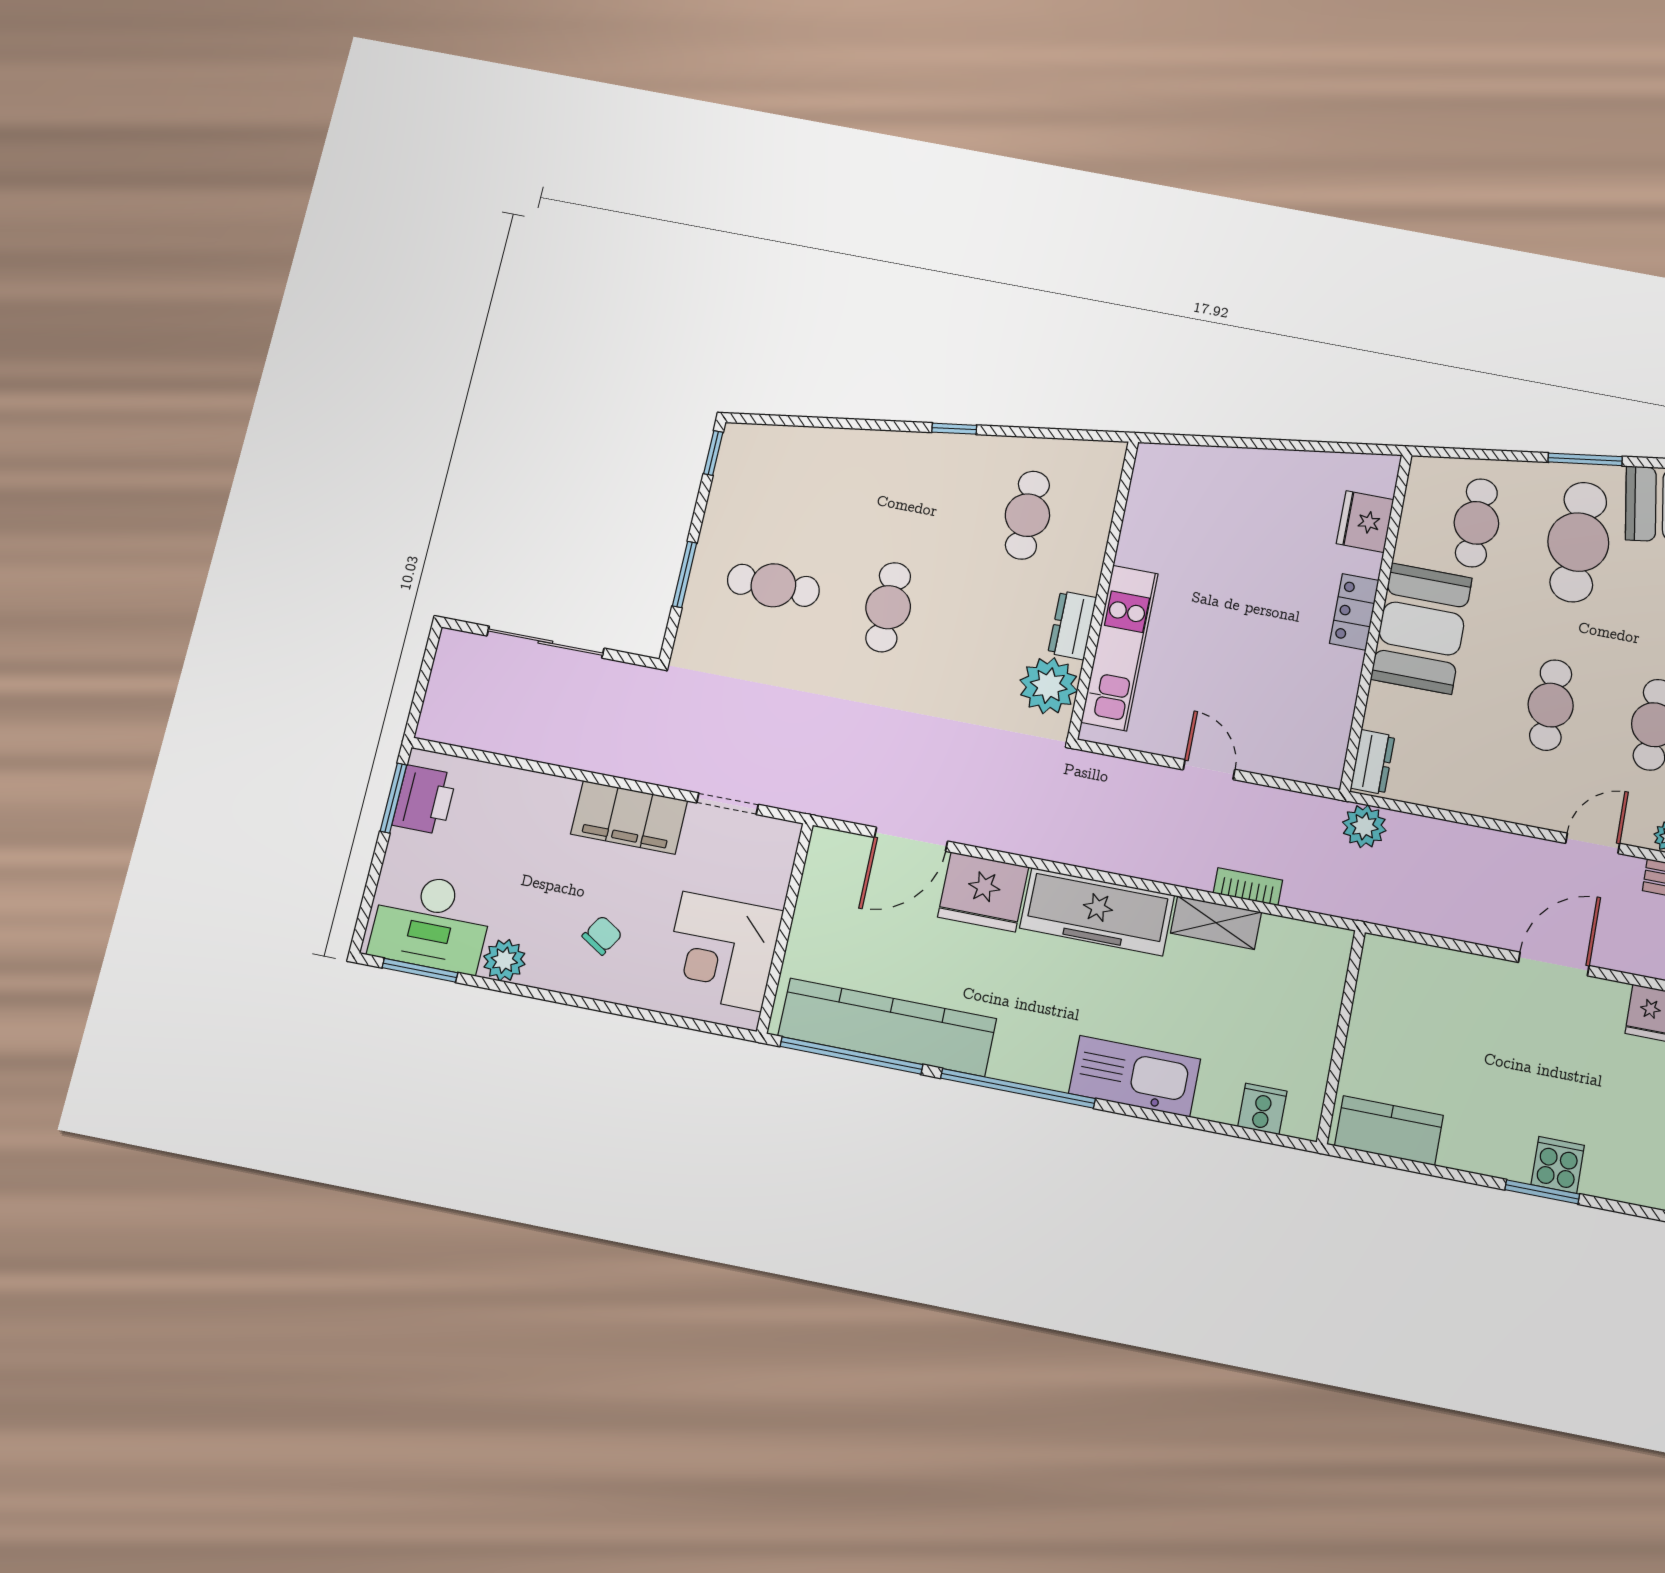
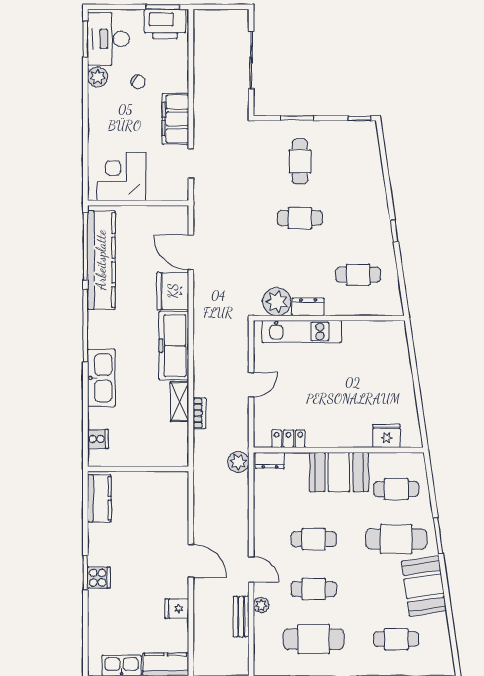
locker: (1354, 612) -> (288, 439), moved
printer: (424, 800) -> (165, 24), width x1.37, depth x1.19
chair: (602, 935) -> (138, 82), moved

